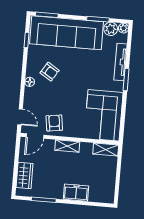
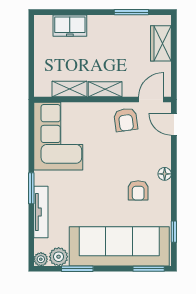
armchair: (50, 72) -> (138, 190), turned -122
shelving: (106, 150) -> (69, 89), moved
freezer: (76, 193) -> (70, 26), moved

